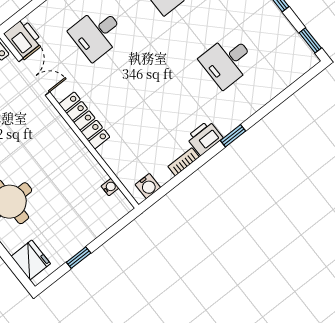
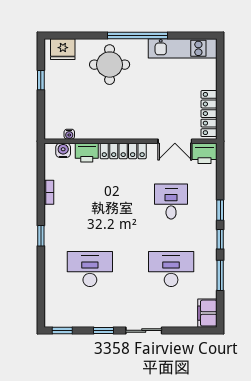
desk: (227, 61) -> (90, 269), width x1.37
printer: (205, 138) -> (87, 153), moved, turned 90
water cooler: (148, 186) -> (63, 150), moved, turned 90

